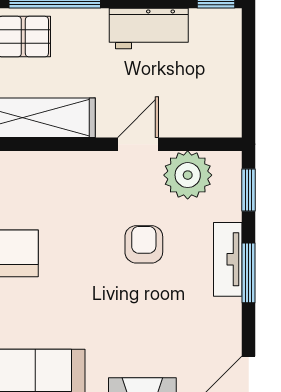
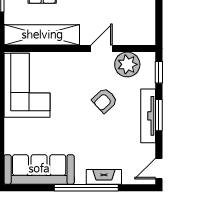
armchair: (144, 244) -> (105, 100), turned -133
tv unit: (228, 259) -> (148, 116), width x1.41

